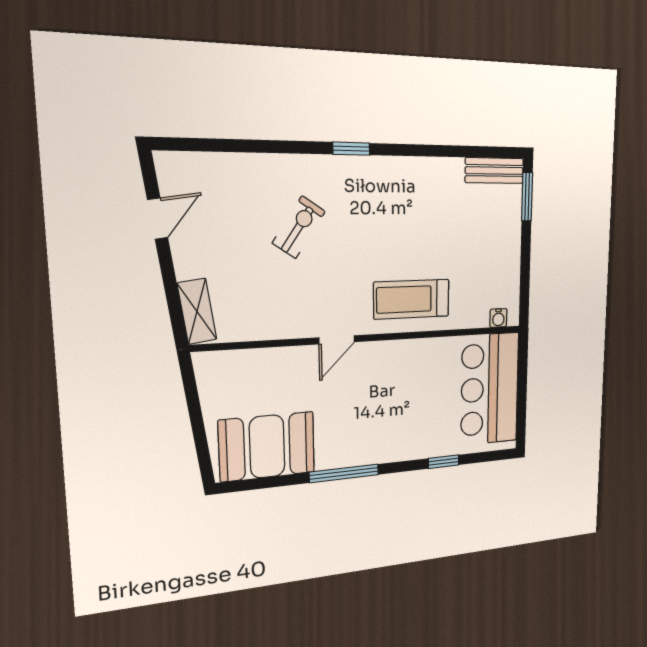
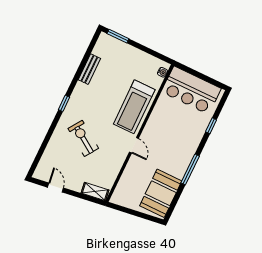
bench: (494, 171) -> (89, 69), moved
exercise bike: (299, 227) -> (83, 138), width x1.38, depth x1.39
treadmill: (412, 299) -> (134, 107), width x1.37, depth x1.38

